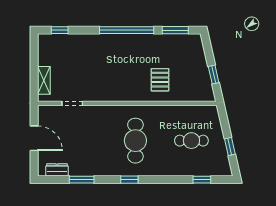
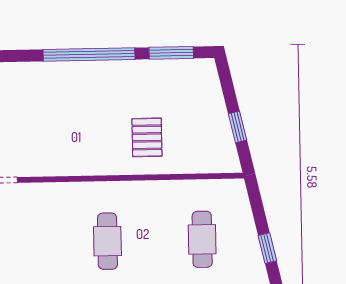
cafe table: (135, 141) -> (107, 241), width x0.73, depth x0.74
cafe table: (191, 141) -> (202, 239), turned 90

